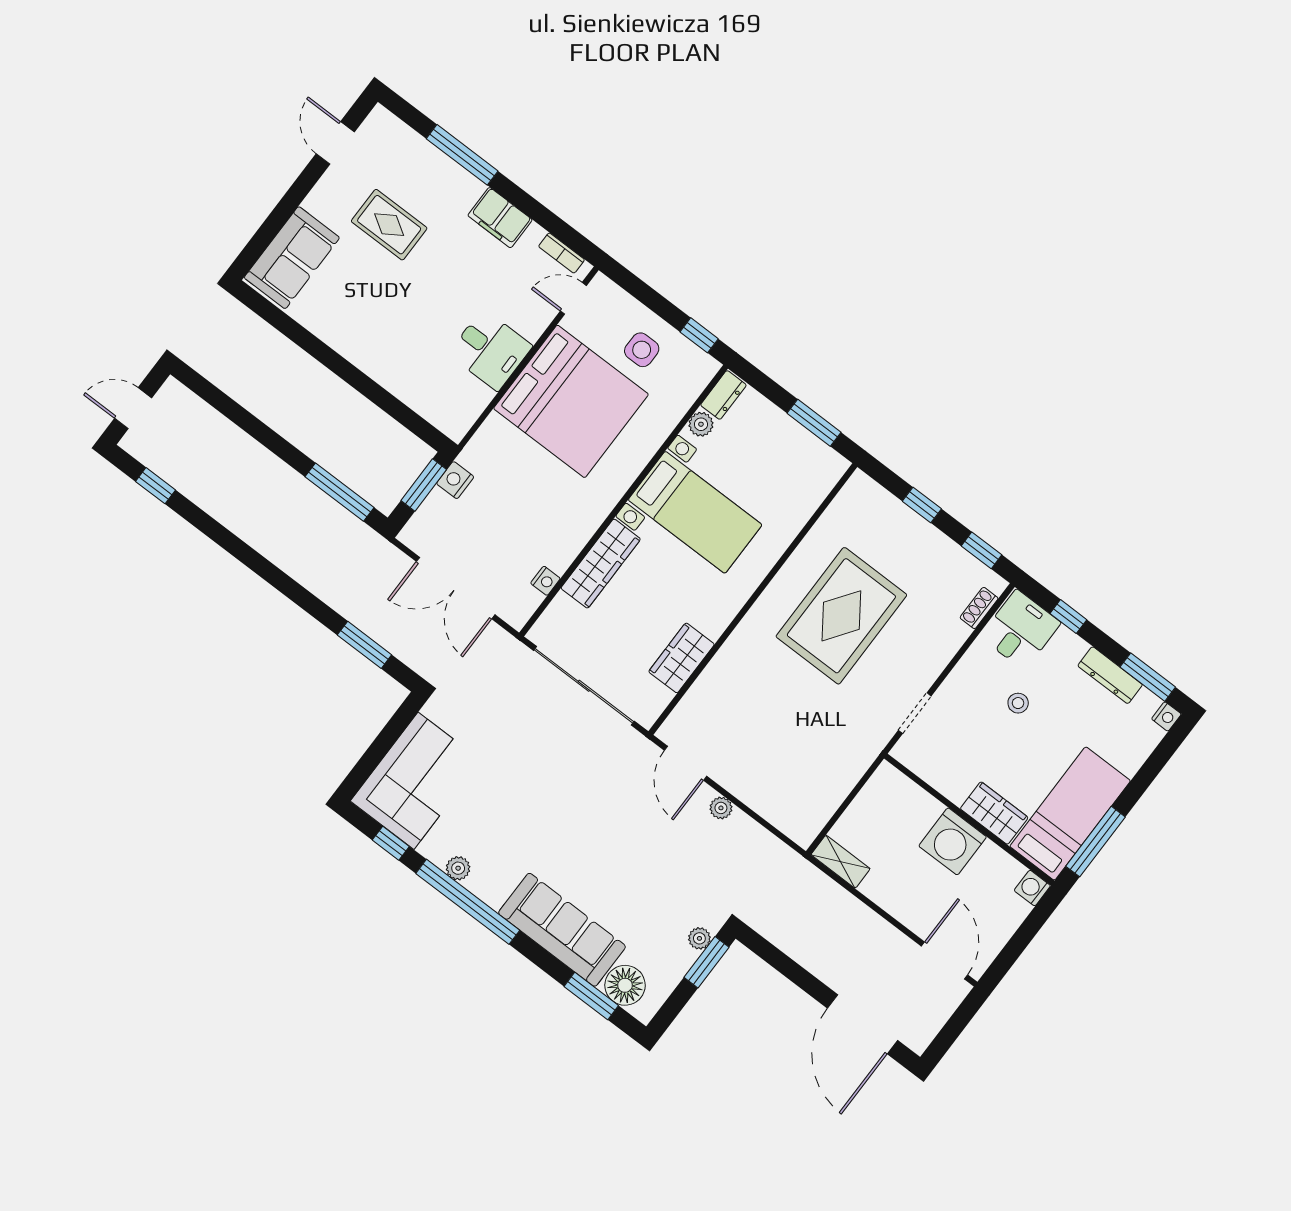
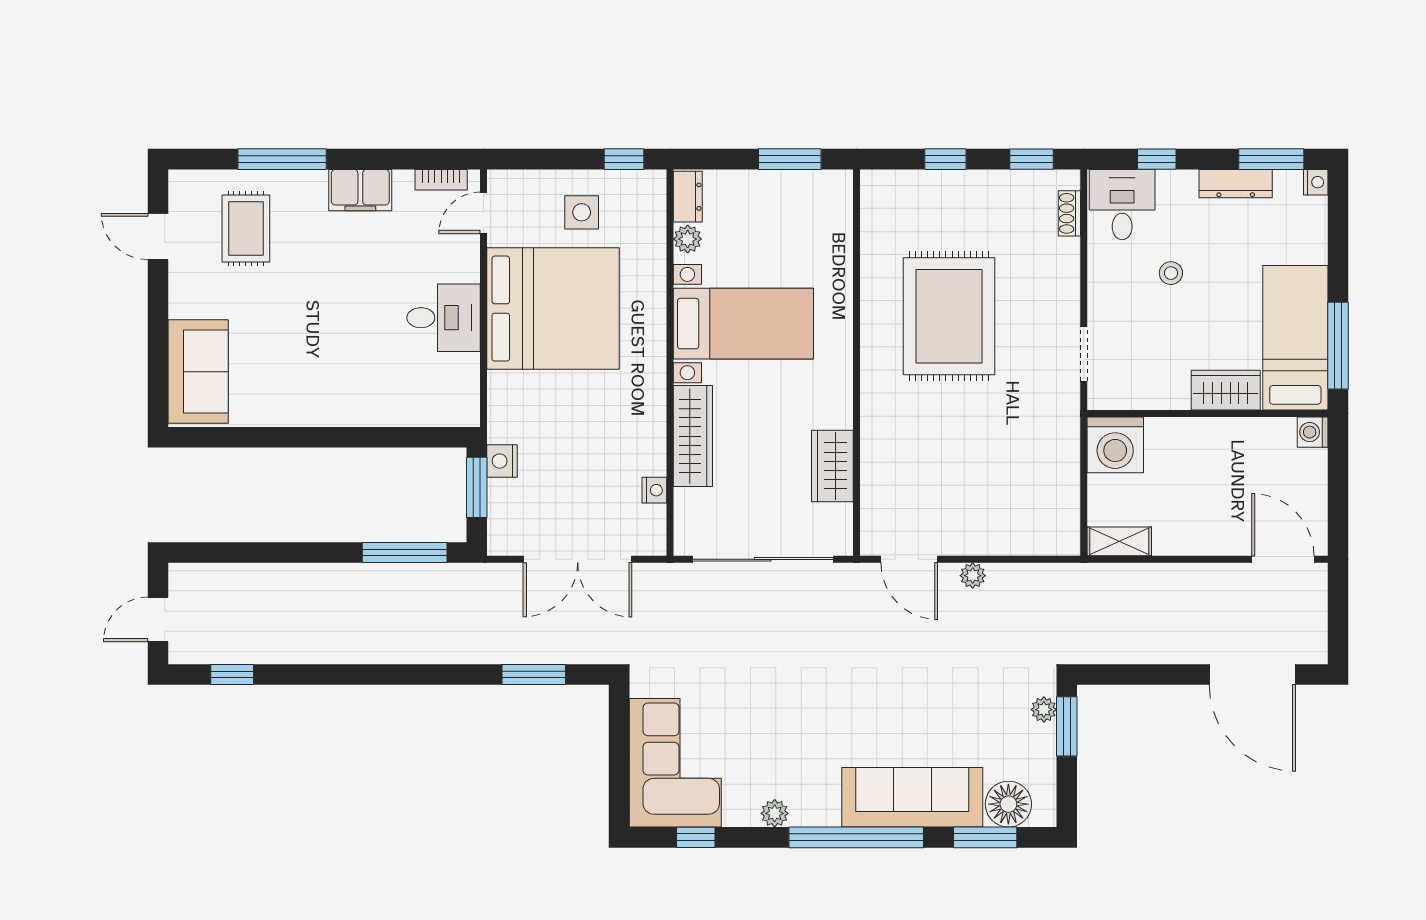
rug: (389, 225) -> (246, 229), moved, turned 90
washing machine: (953, 841) -> (1115, 445), moved
window: (468, 902) -> (856, 837), moved

